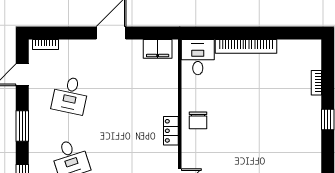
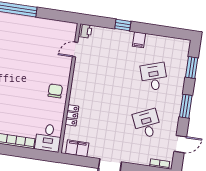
desk: (70, 95) -> (147, 124), turned -36
locker: (171, 131) -> (72, 115), moved

